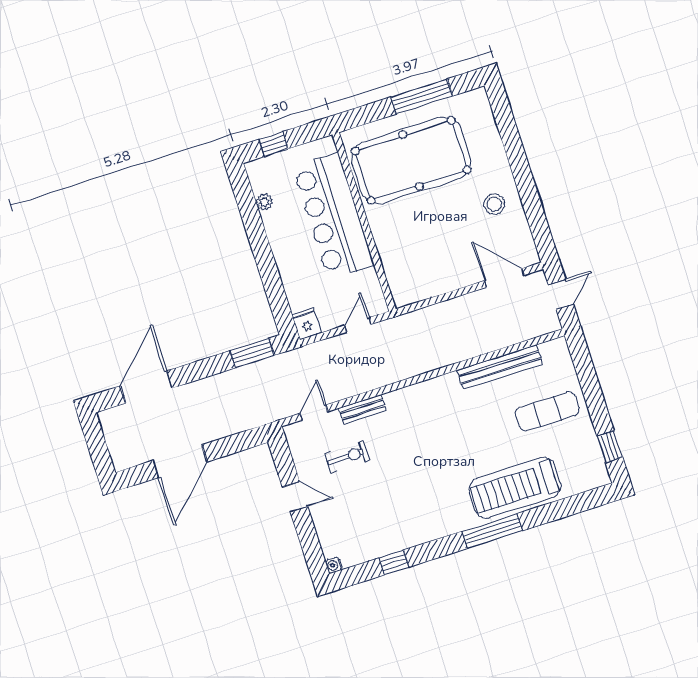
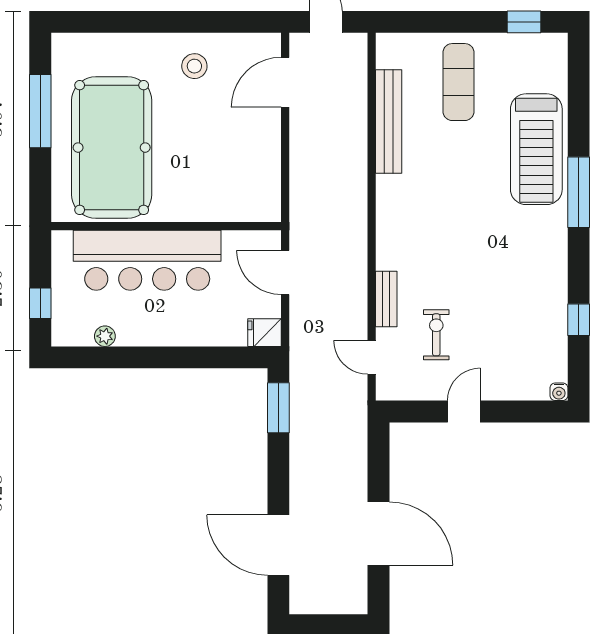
door: (358, 325) -> (285, 272), width x1.38

